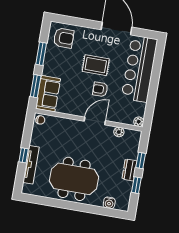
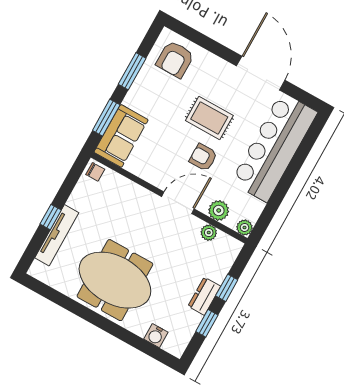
armchair: (64, 38) -> (175, 59), turned 90
plant: (120, 117) -> (219, 210), added

